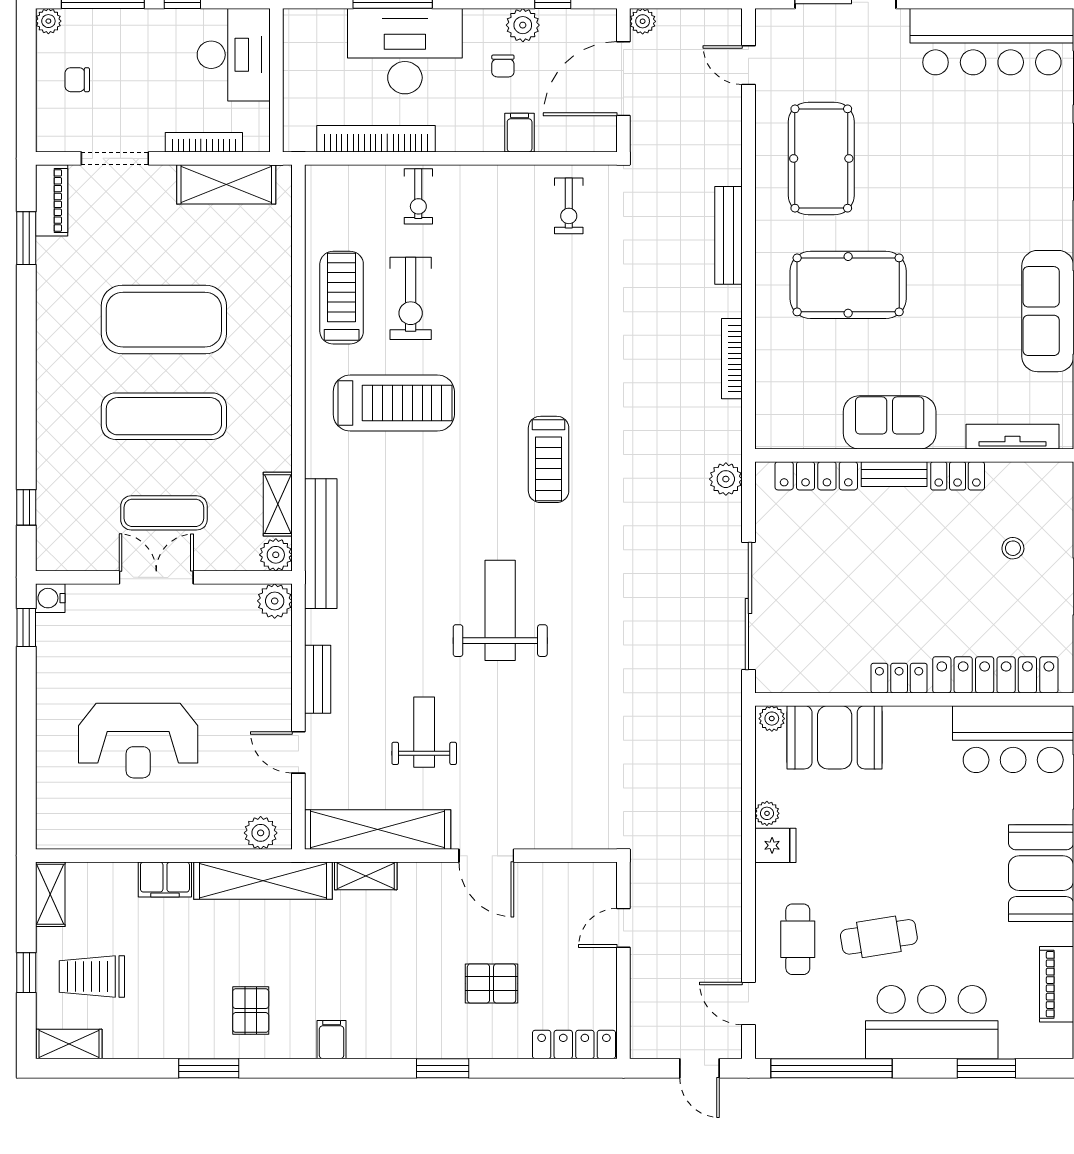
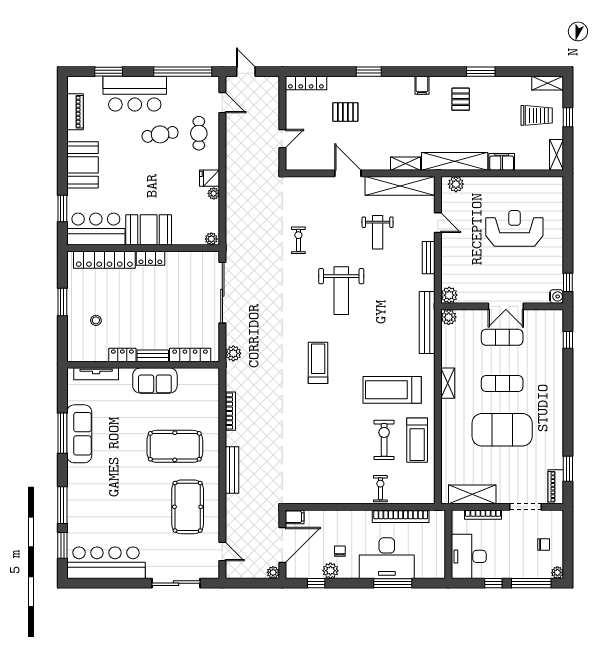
filing cabinet: (520, 133) -> (295, 517), moved, turned -90
exercise bike: (569, 206) -> (298, 240), moved
exercise mat: (164, 416) -> (502, 384), width x0.73, depth x0.69
shelving: (278, 504) -> (448, 383), moved
booth: (835, 737) -> (149, 230), moved

